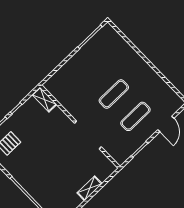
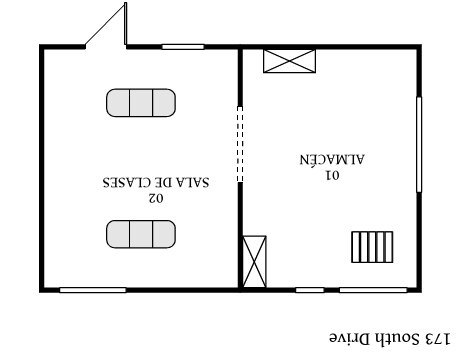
exercise mat: (114, 94) -> (141, 234), moved
shelving: (90, 188) -> (289, 61), moved

